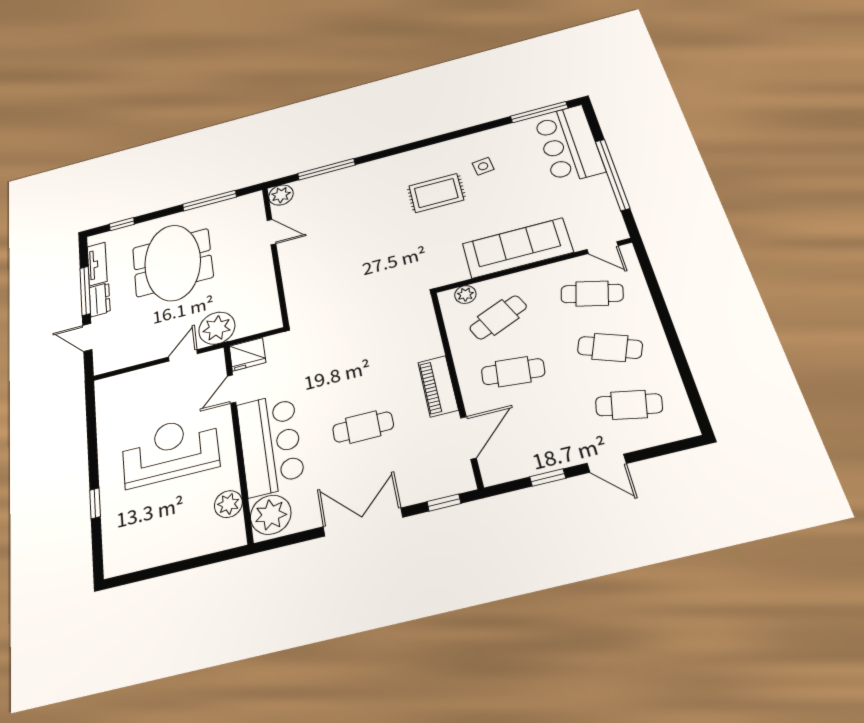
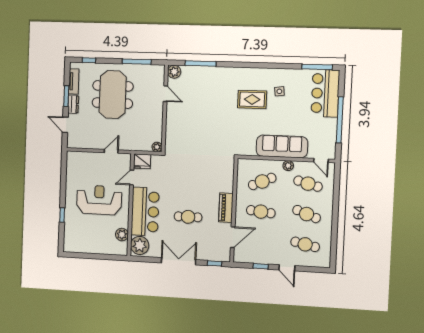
window: (85, 291) -> (66, 96), width x0.69
plant: (465, 295) -> (288, 166), moved
plant: (217, 328) -> (157, 147), moved, width x0.53, depth x0.53

